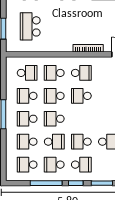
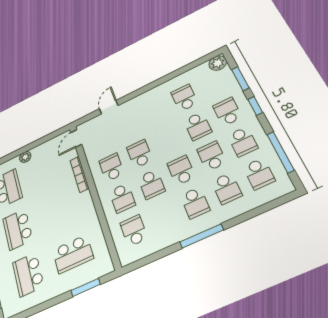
school desk: (27, 96) -> (164, 217), removed
school desk: (81, 96) -> (140, 154), turned 180
school desk: (54, 119) -> (181, 170), turned 180
window: (46, 183) -> (280, 152), moved

